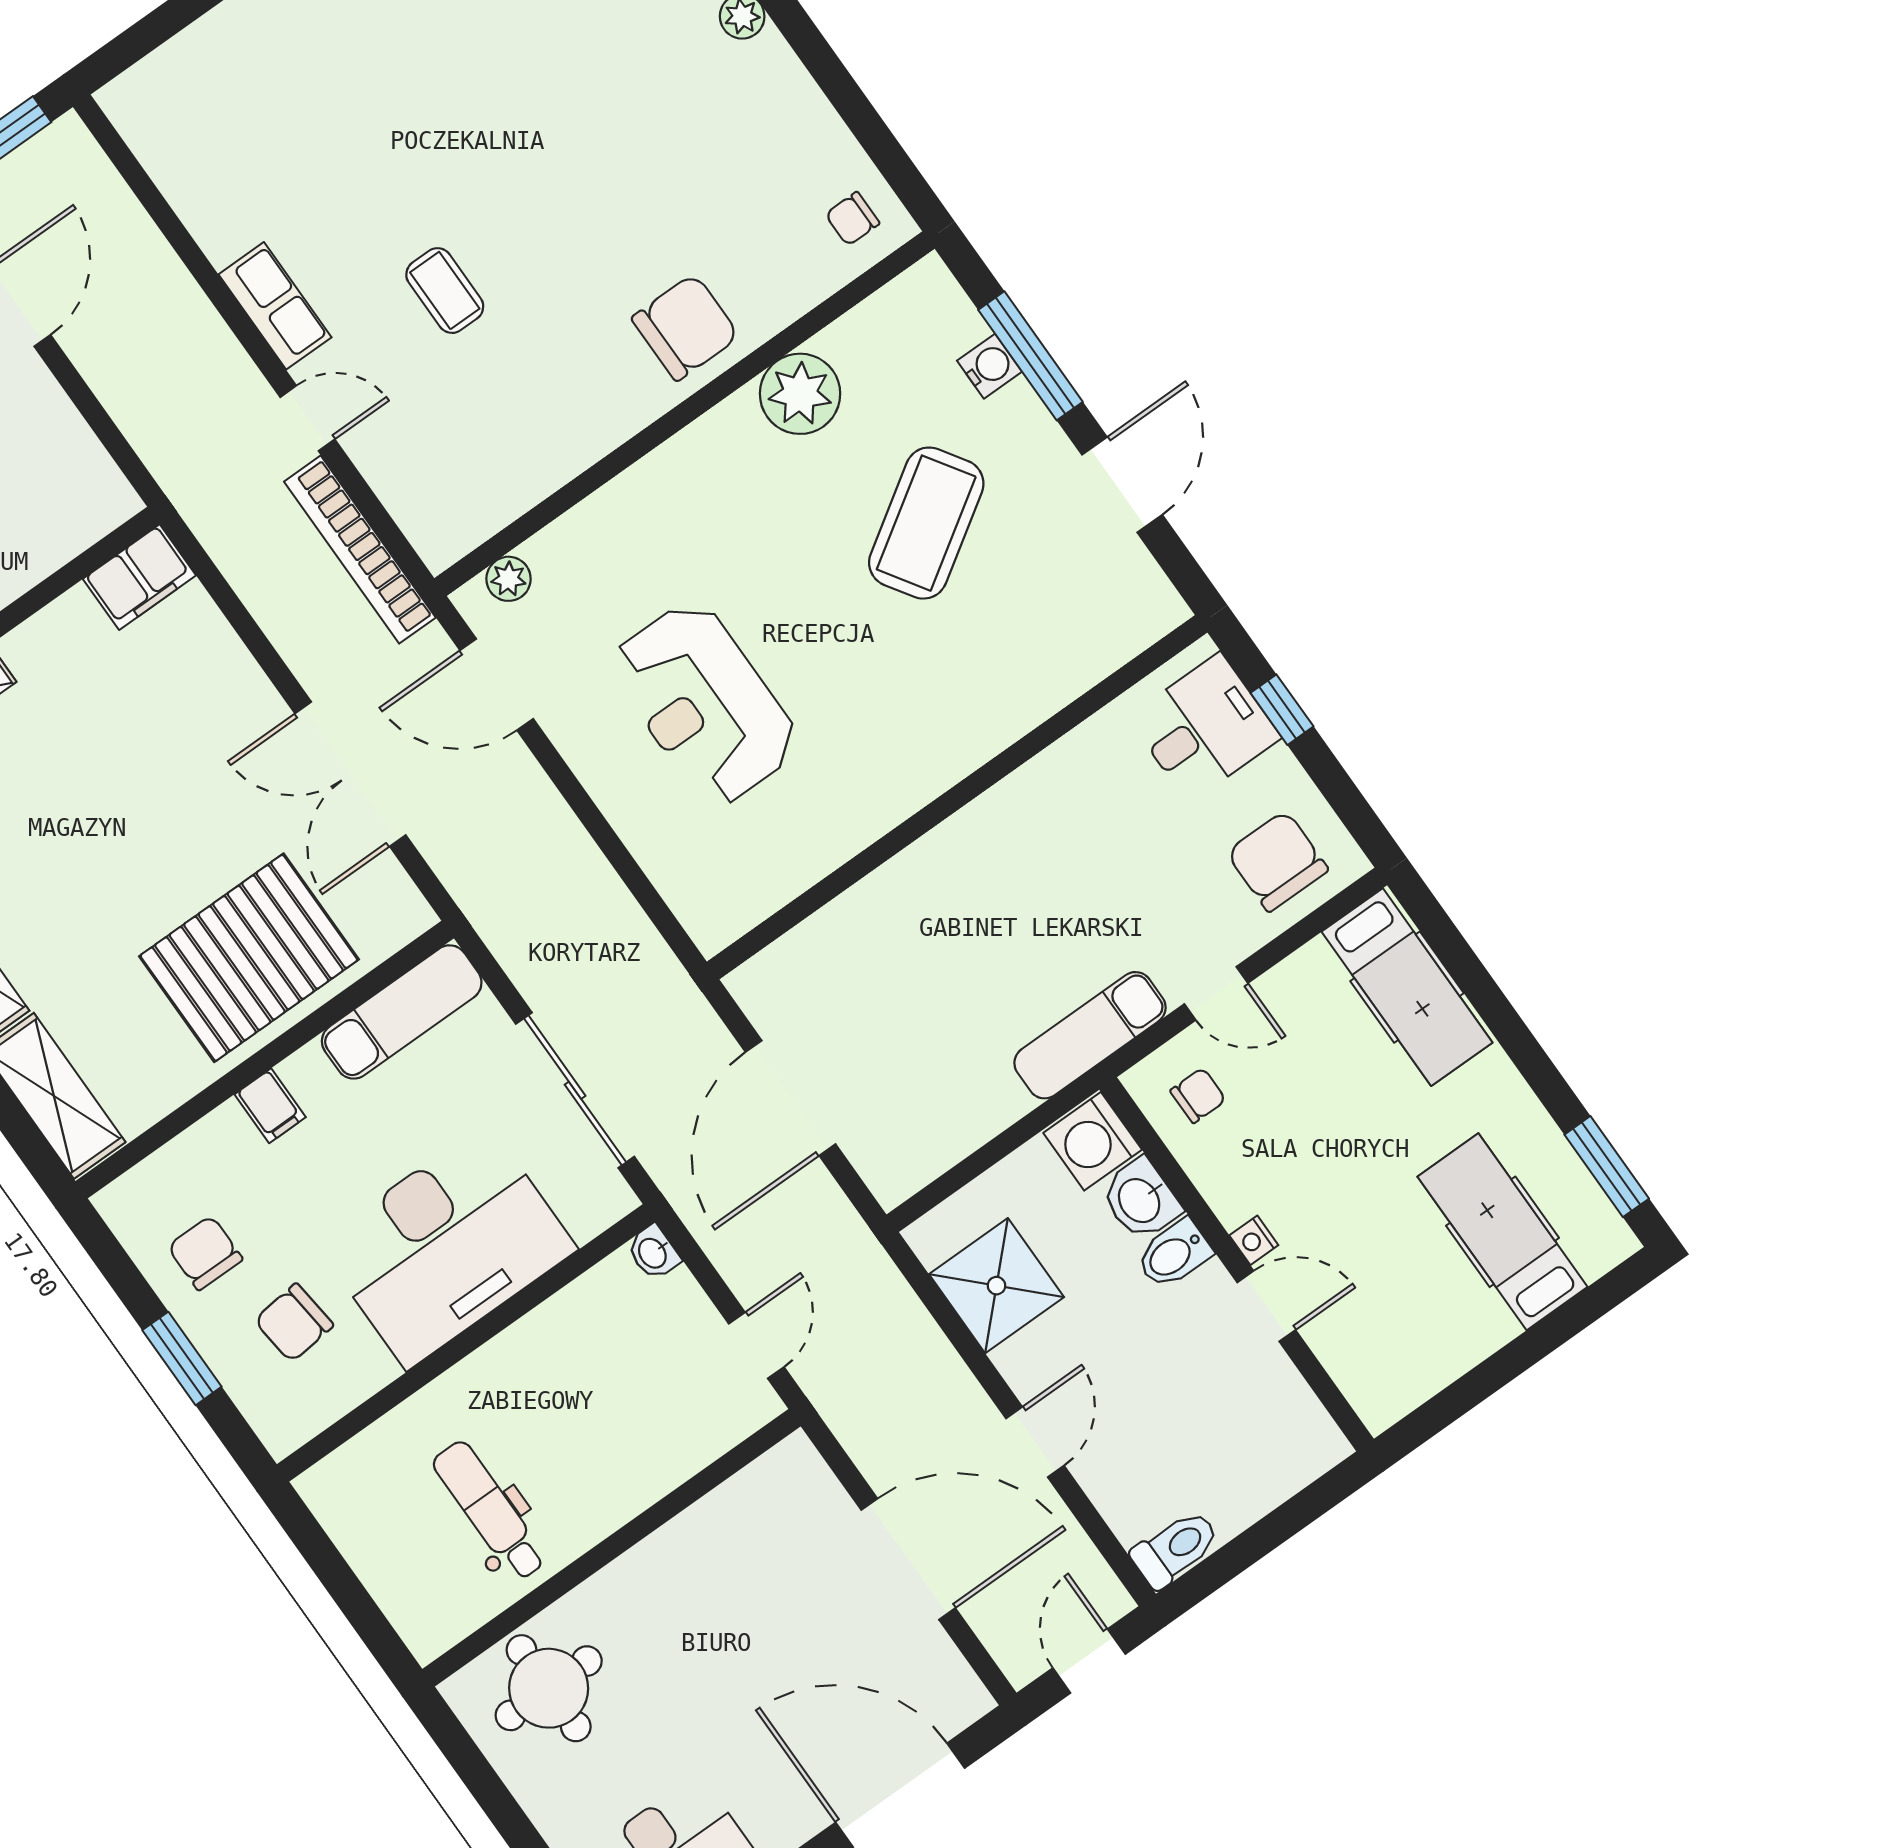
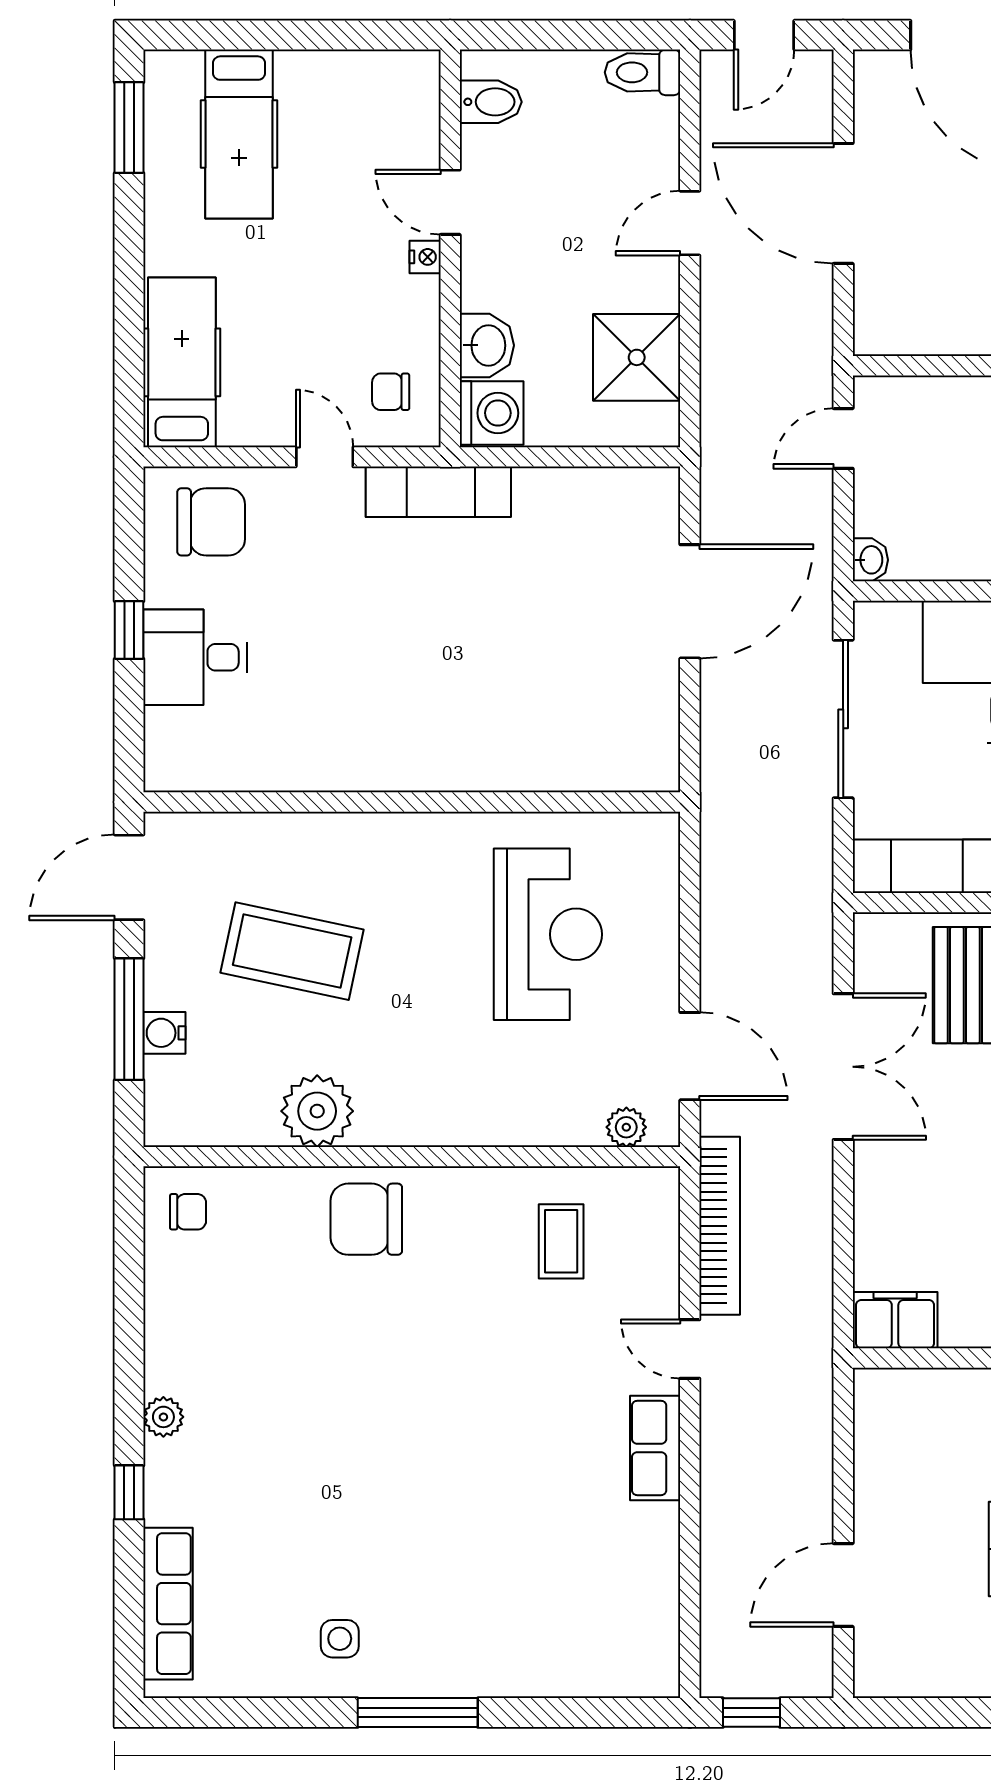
coffee table: (445, 291) -> (561, 1241), moved
coffee table: (926, 523) -> (292, 951), turned 45
wall: (957, 797) -> (412, 802), moved
chair: (1277, 861) -> (211, 522), turned -90
bidet: (1174, 1254) -> (491, 102), moved

